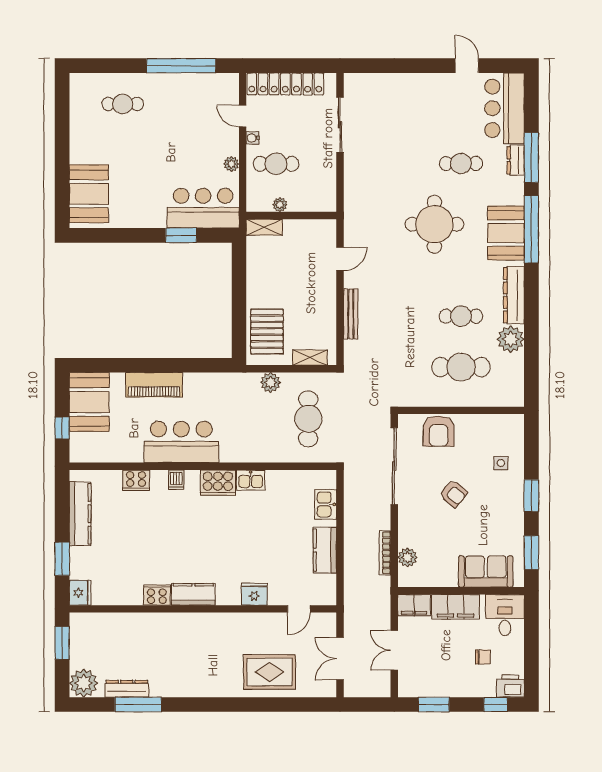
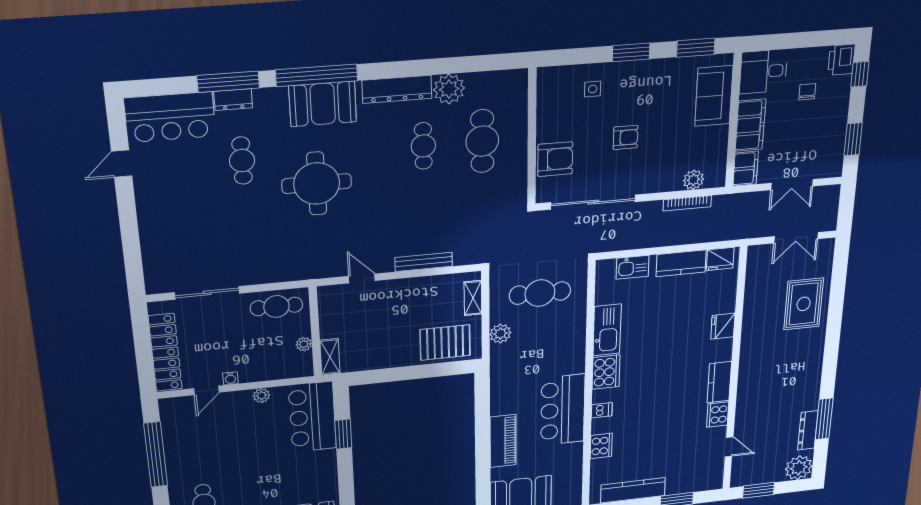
cafe table: (276, 164) -> (276, 306), moved, turned 90
kitchen sink: (251, 480) -> (607, 330), width x1.87, depth x1.24
armchair: (454, 494) -> (626, 137), turned 50
fridge: (80, 593) -> (720, 259), moved, turned 180
door: (299, 609) -> (729, 447), moved

